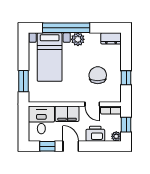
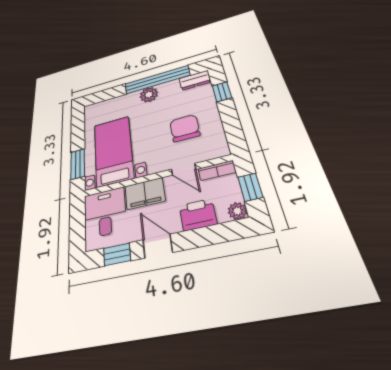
window: (66, 28) -> (157, 80), moved
bed with nightstands: (50, 57) -> (113, 151), moved, turned 180
window: (126, 78) -> (222, 92), moved

